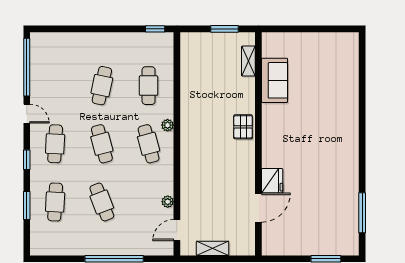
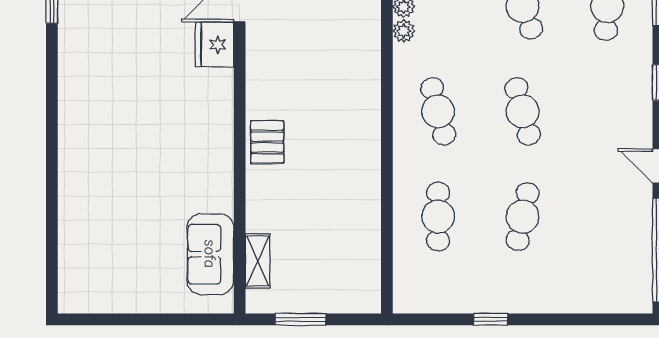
window: (155, 29) -> (491, 319), moved
sofa: (274, 80) -> (210, 254), moved
plant: (168, 125) -> (404, 31), moved
cafe table: (55, 144) -> (607, 111), removed

